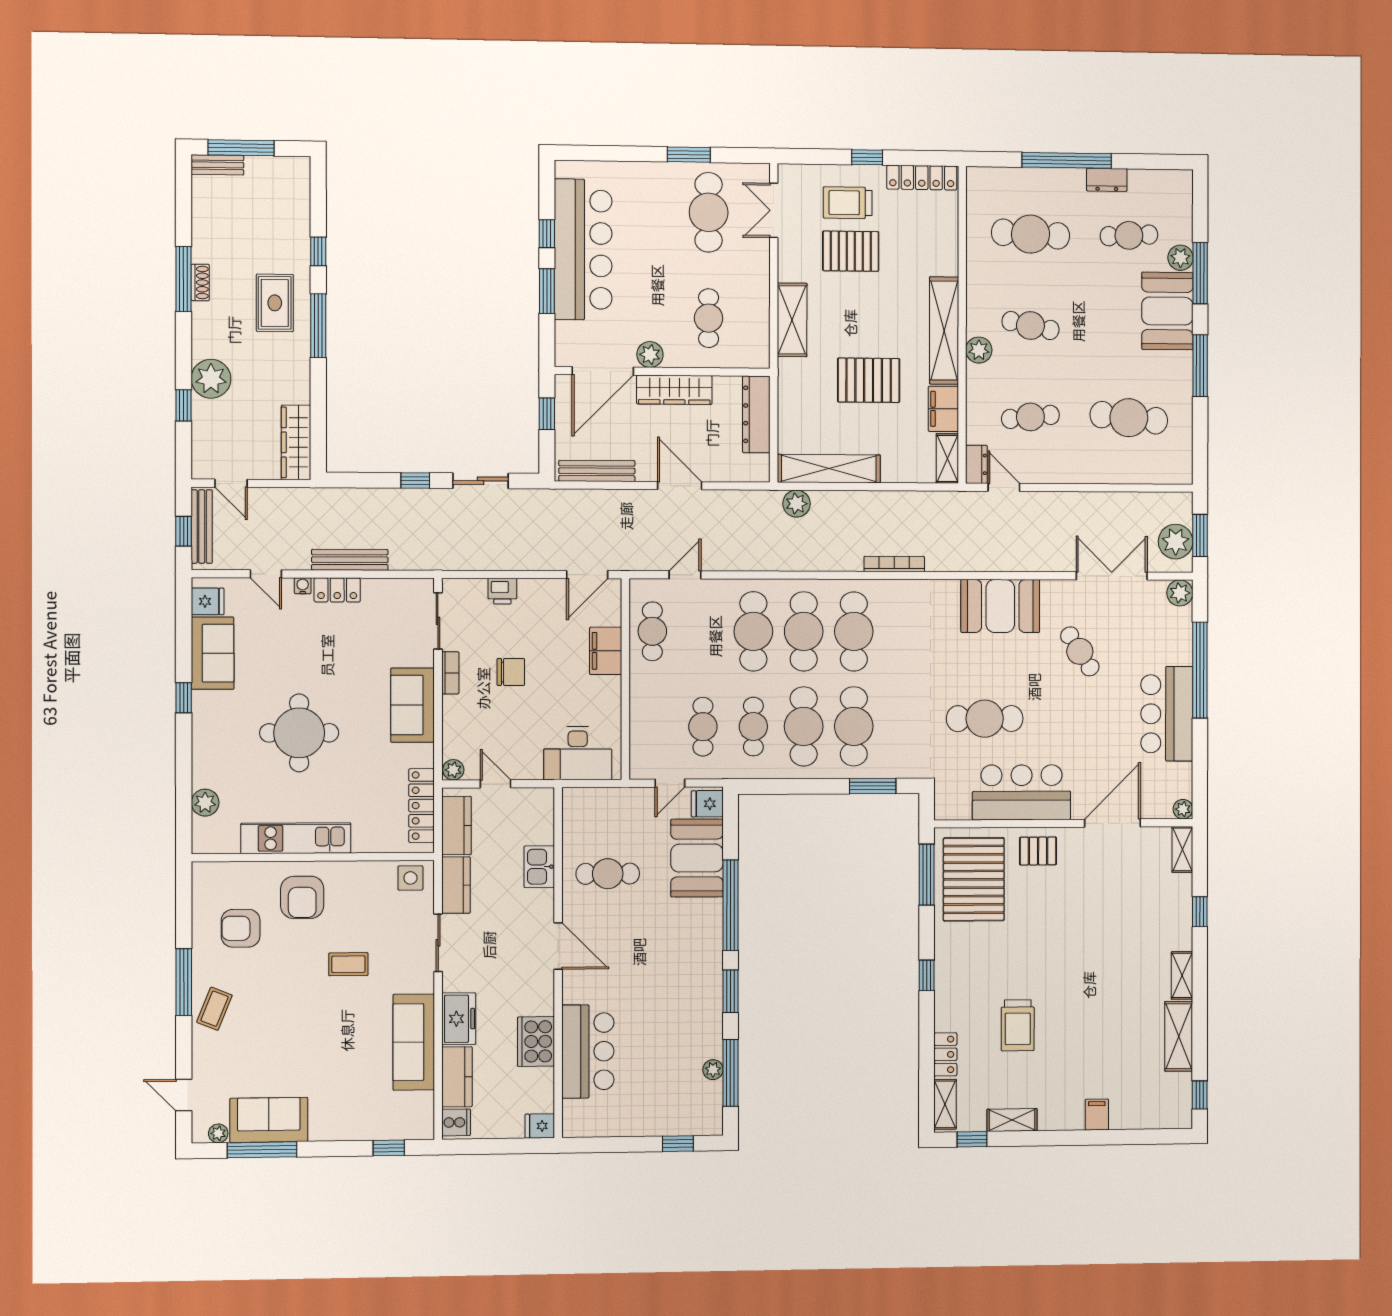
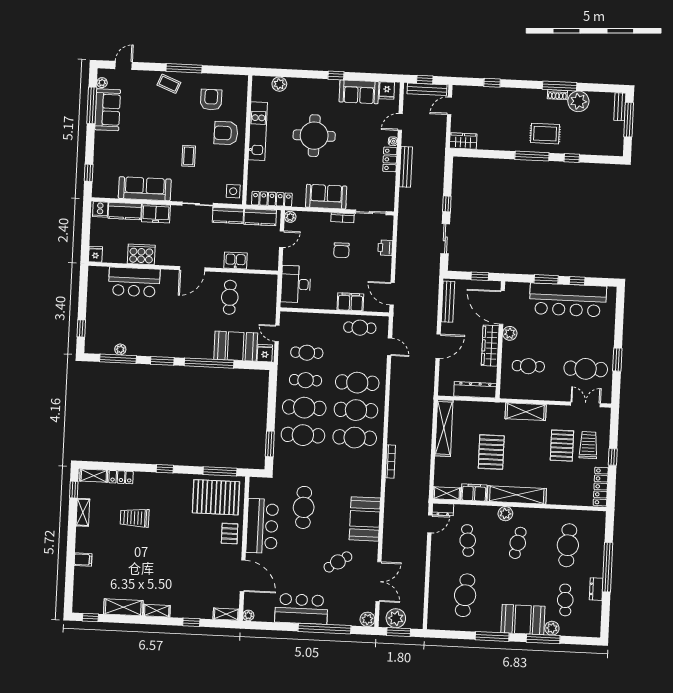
plant: (211, 379) -> (578, 101), moved
wardrobe: (296, 442) -> (463, 141), width x0.67
plant: (796, 504) -> (426, 409), removed

